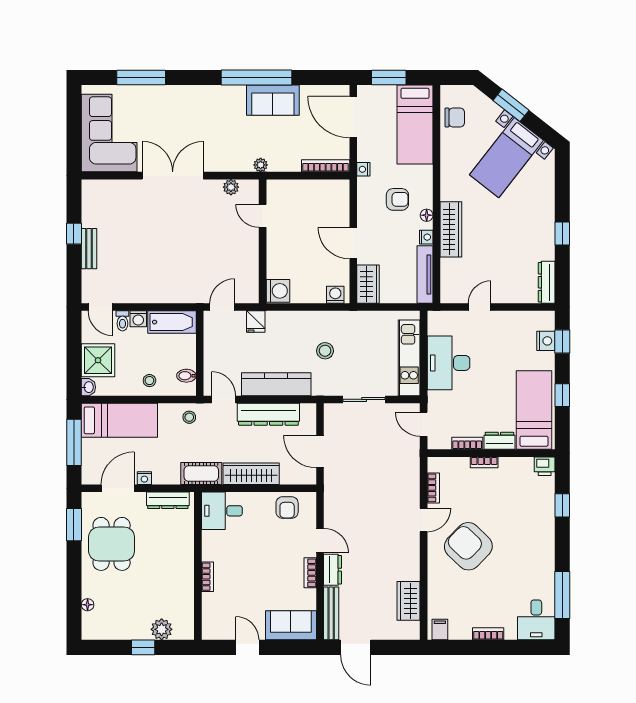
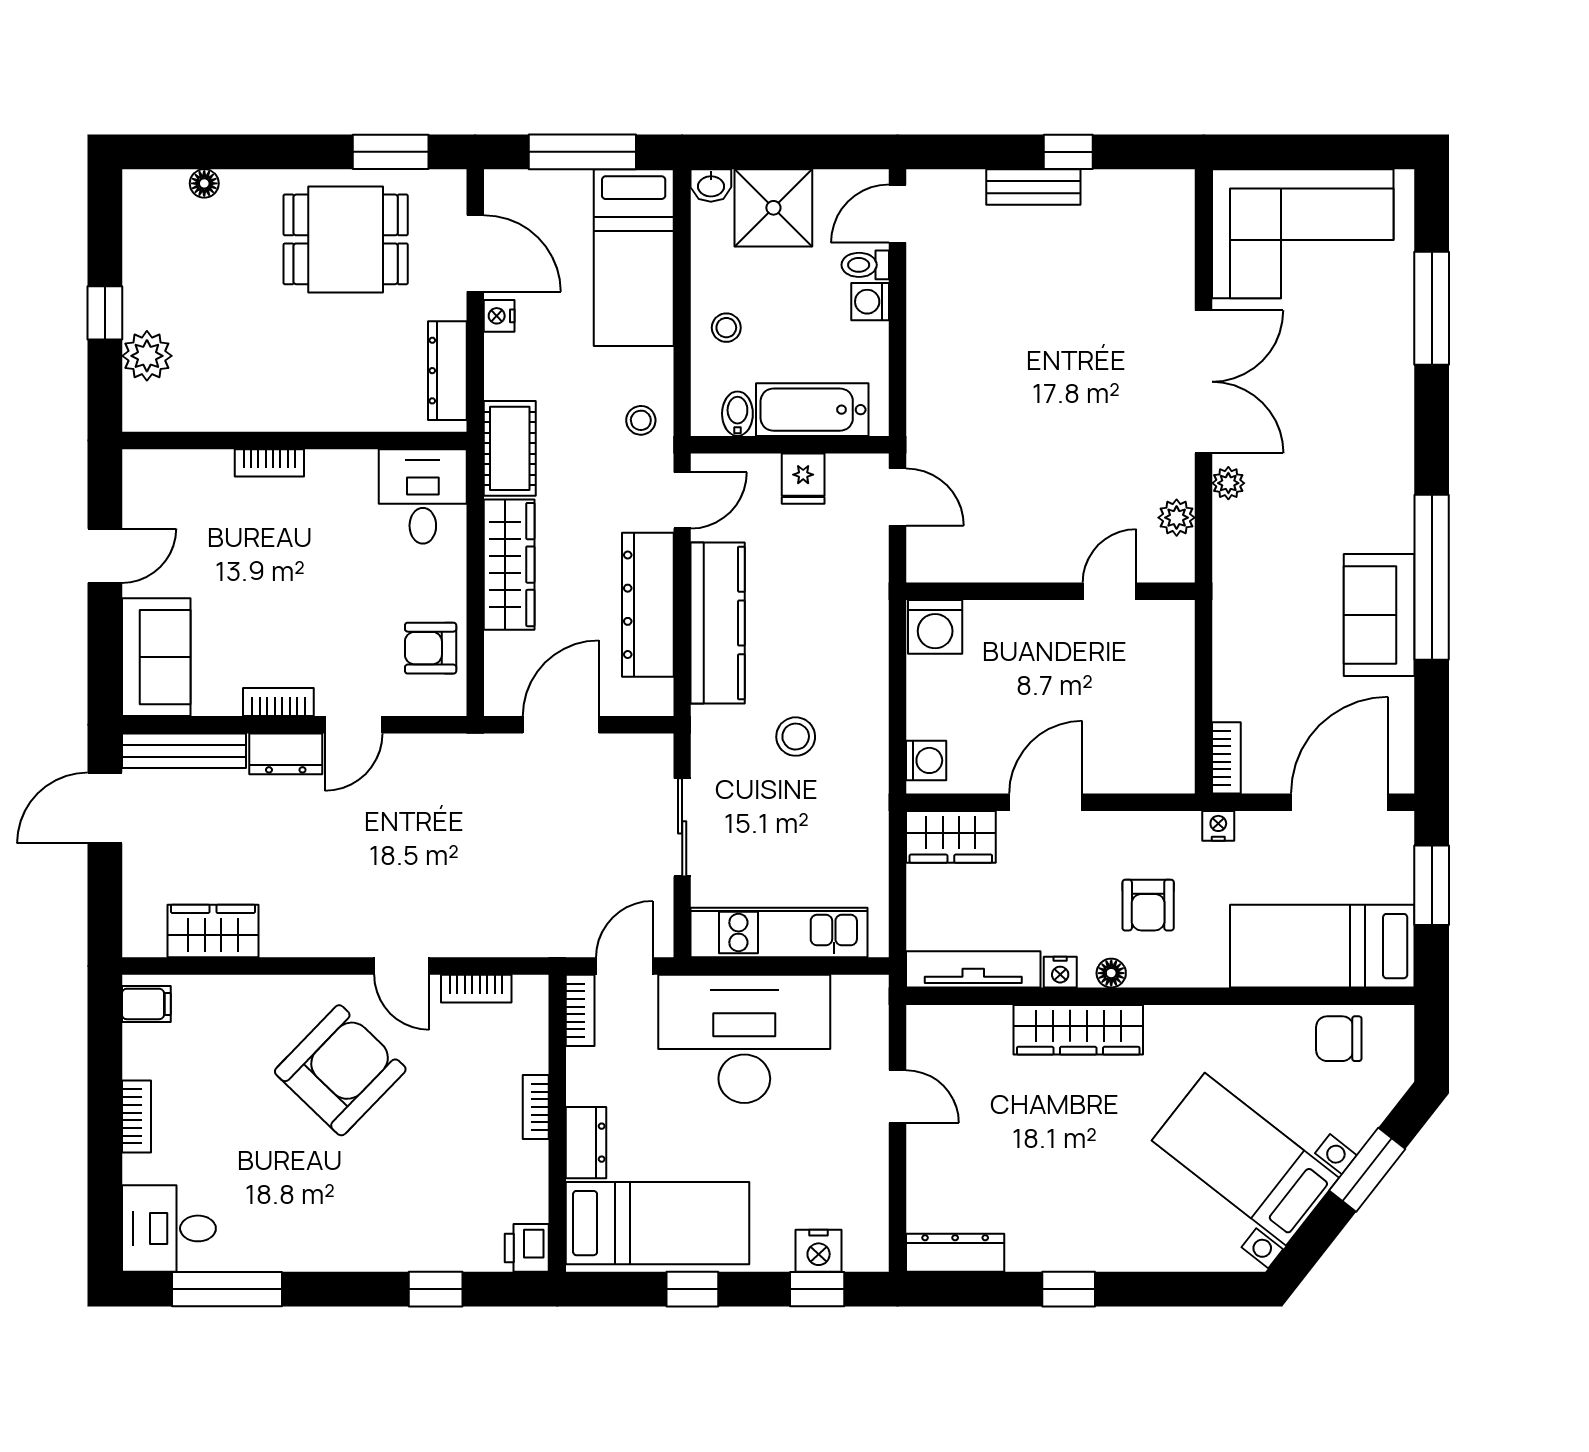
chair: (455, 117) -> (1339, 1039), turned 90
plant: (261, 165) -> (1228, 483), moved
bookcase: (326, 166) -> (1226, 758), width x0.64
bathtub: (172, 322) -> (812, 410), moved, turned 90
fridge: (256, 322) -> (803, 479), moved, turned -90
desk: (449, 363) -> (744, 1039), width x1.36, depth x1.30
bookcase: (467, 443) -> (580, 1010), moved

